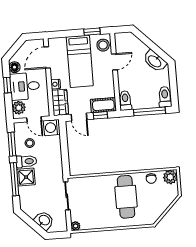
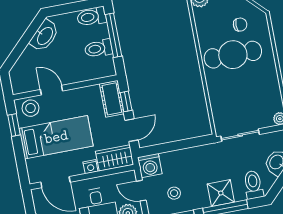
toilet: (125, 101) -> (98, 48), moved
door: (34, 119) -> (141, 191), swing flipped
toilet: (26, 161) -> (253, 185), moved
chair: (151, 179) -> (240, 25), moved

